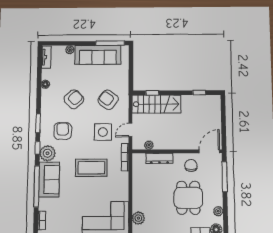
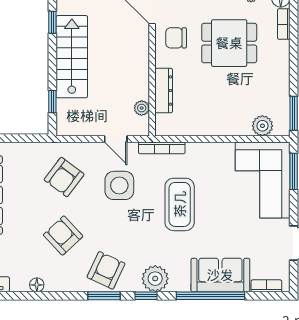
stairs: (156, 104) -> (72, 57), moved
armchair: (63, 131) -> (106, 270), moved, turned 115
sofa: (49, 180) -> (220, 275), moved

